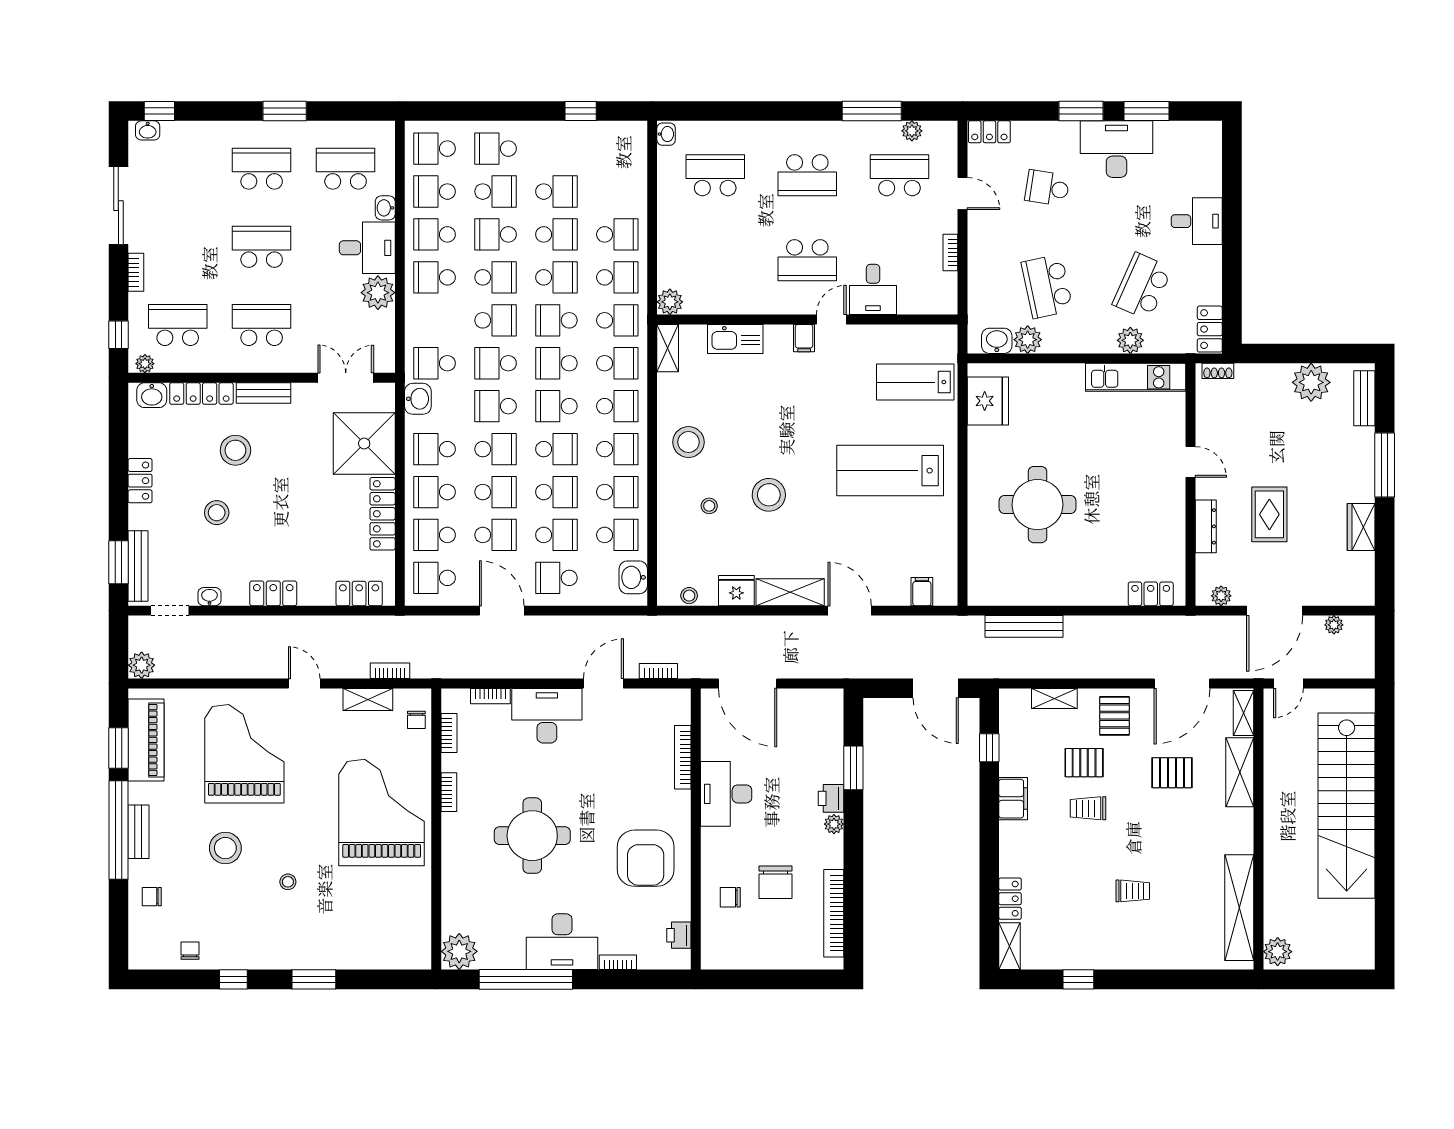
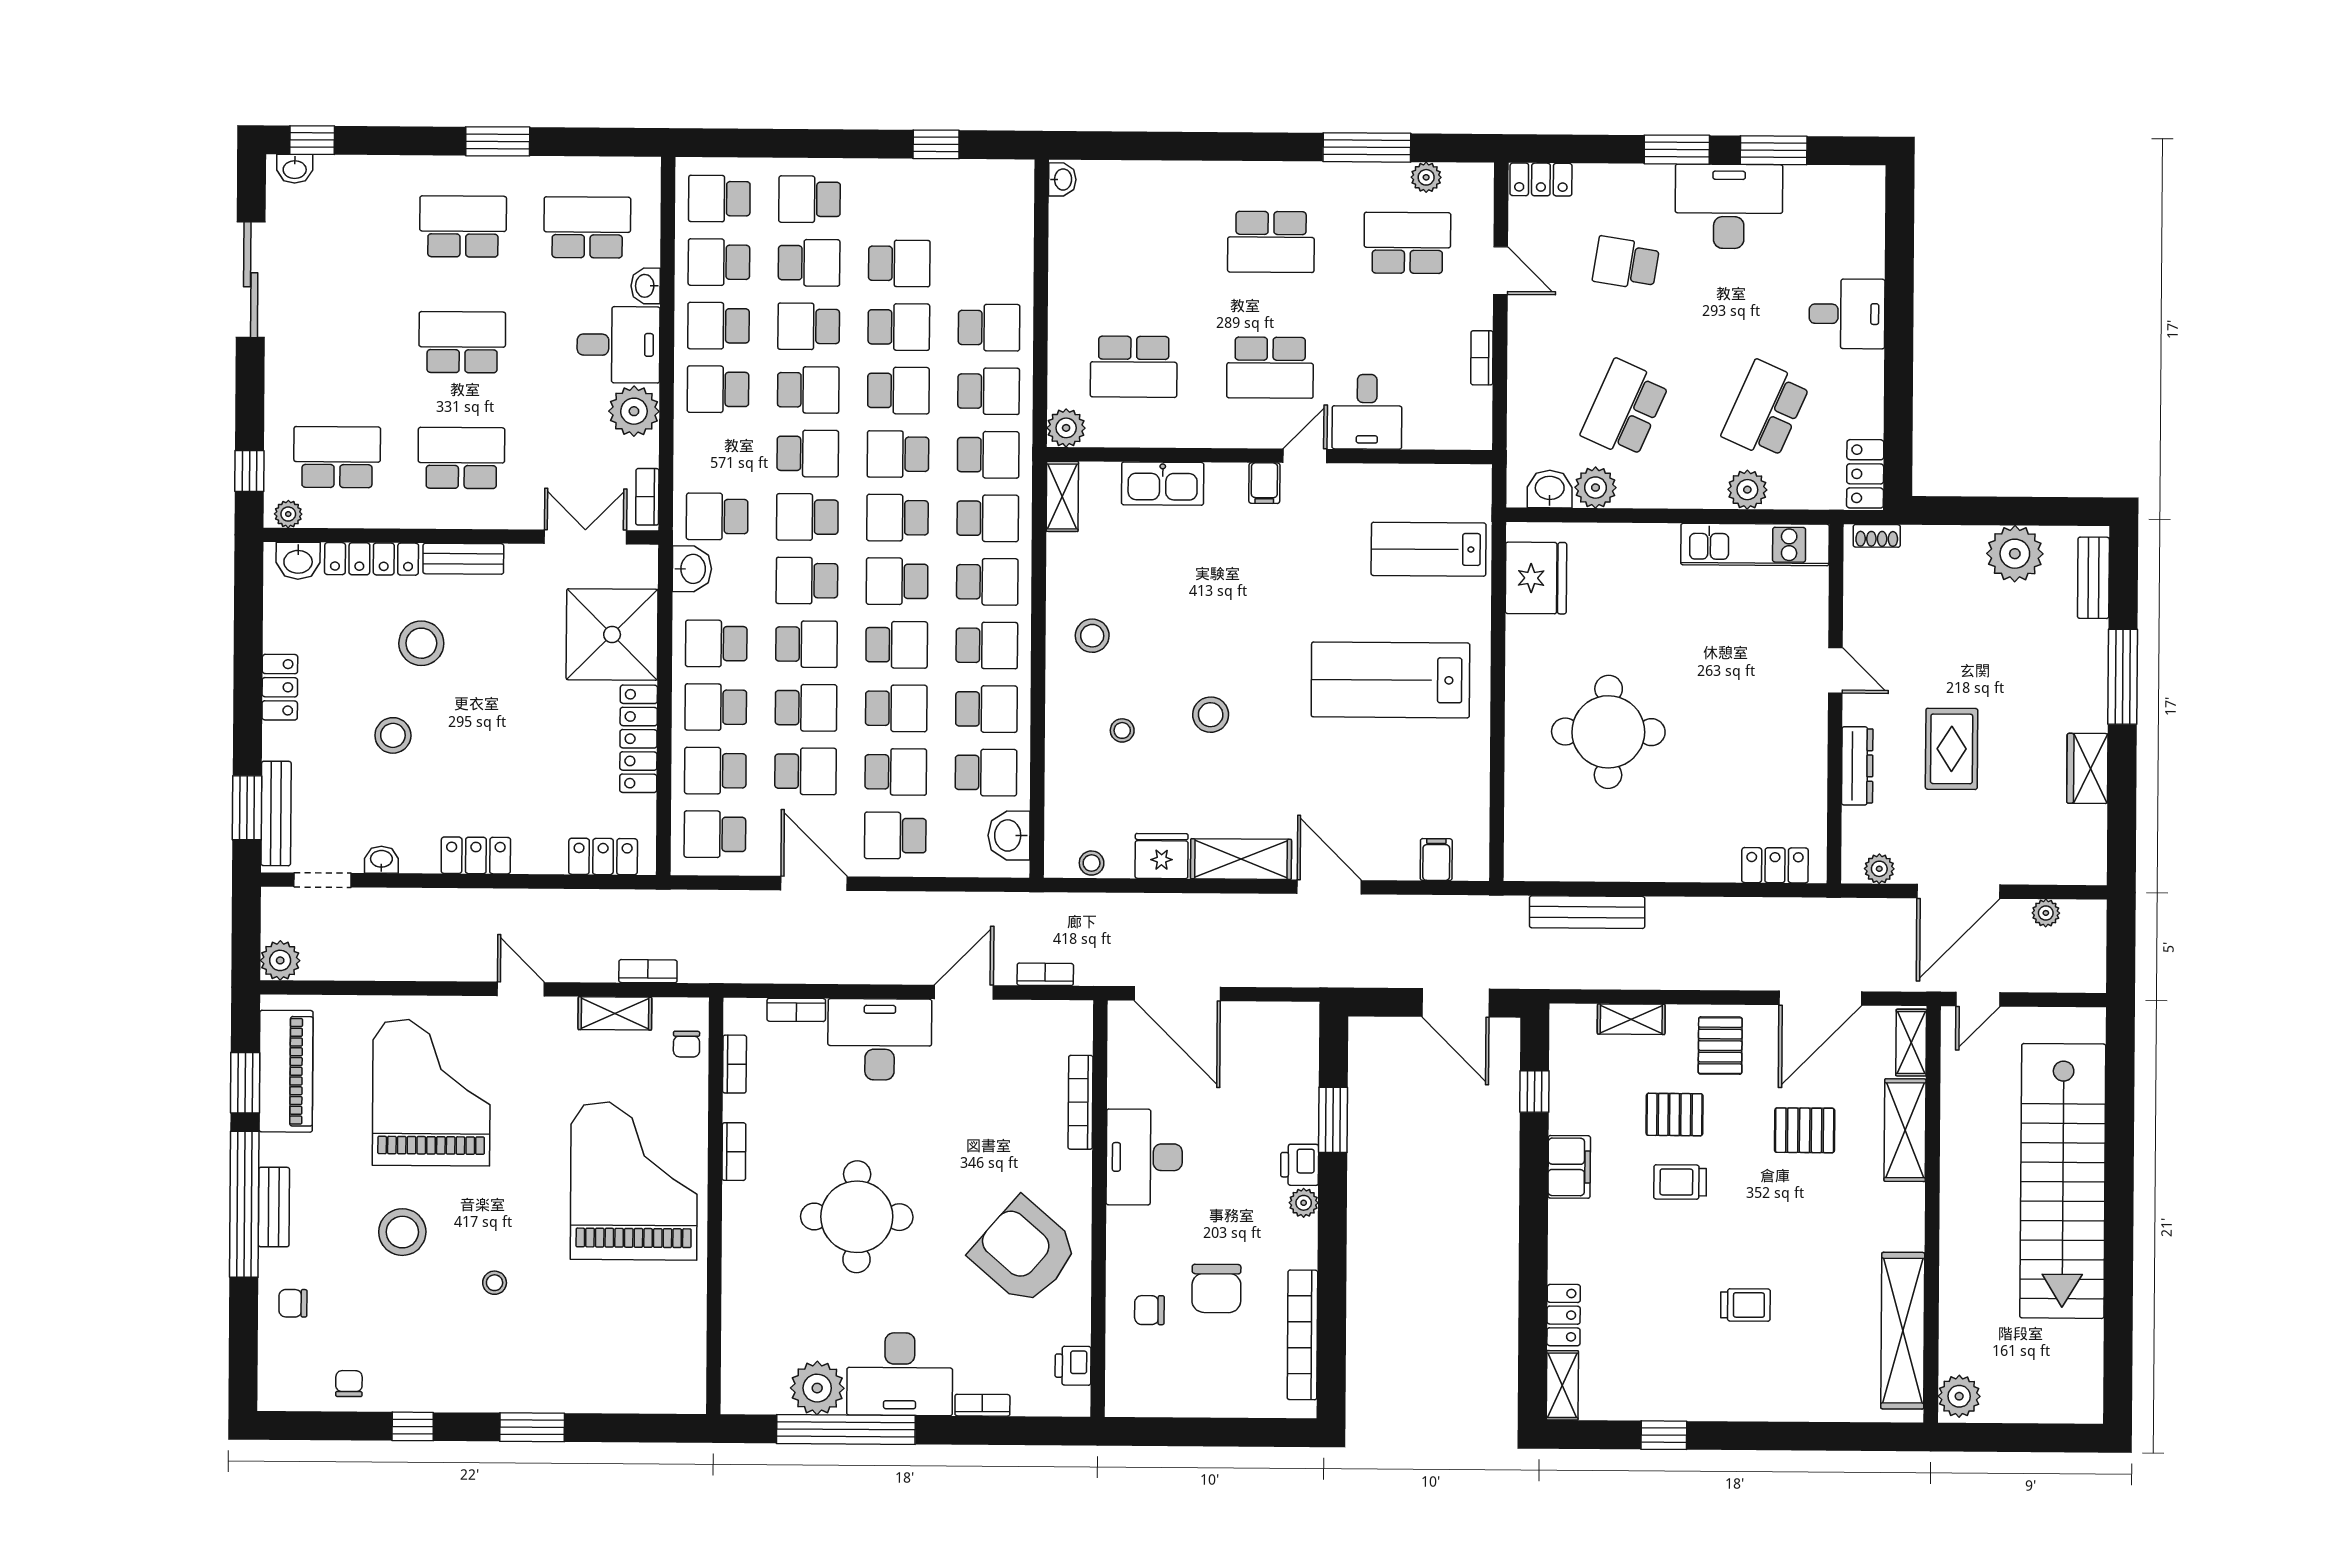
school desk: (715, 175) -> (1134, 367), moved, turned 180
bookcase: (136, 272) -> (647, 497), moved, turned 180
school desk: (1047, 286) -> (1625, 409), turned 36
stool: (688, 442) -> (1092, 636), width x0.73, depth x0.73
stool: (769, 495) -> (1211, 715), width x0.73, depth x0.73
armchair: (646, 858) -> (1024, 1251), turned 131
plant: (459, 951) -> (817, 1388), moved

